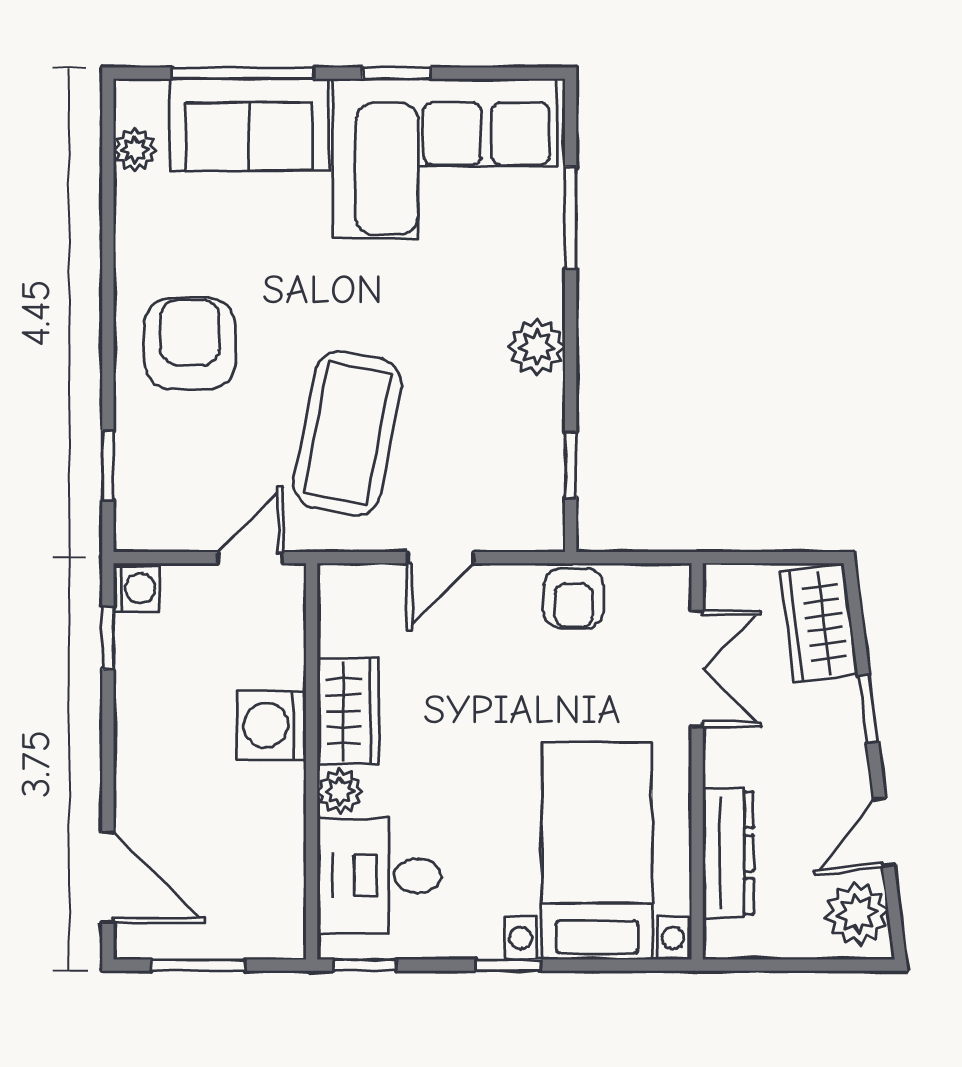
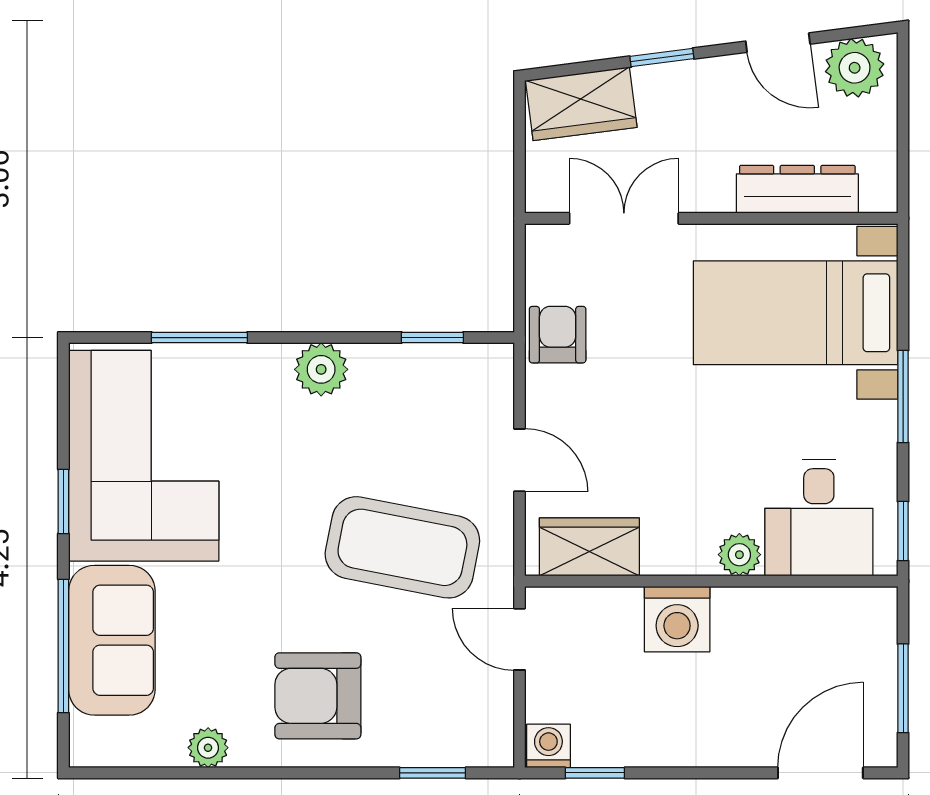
plant: (135, 150) -> (208, 748), moved
armchair: (574, 598) -> (558, 335), turned -90
wardrobe: (348, 711) -> (589, 547), moved
window: (508, 965) -> (903, 397), width x1.50

